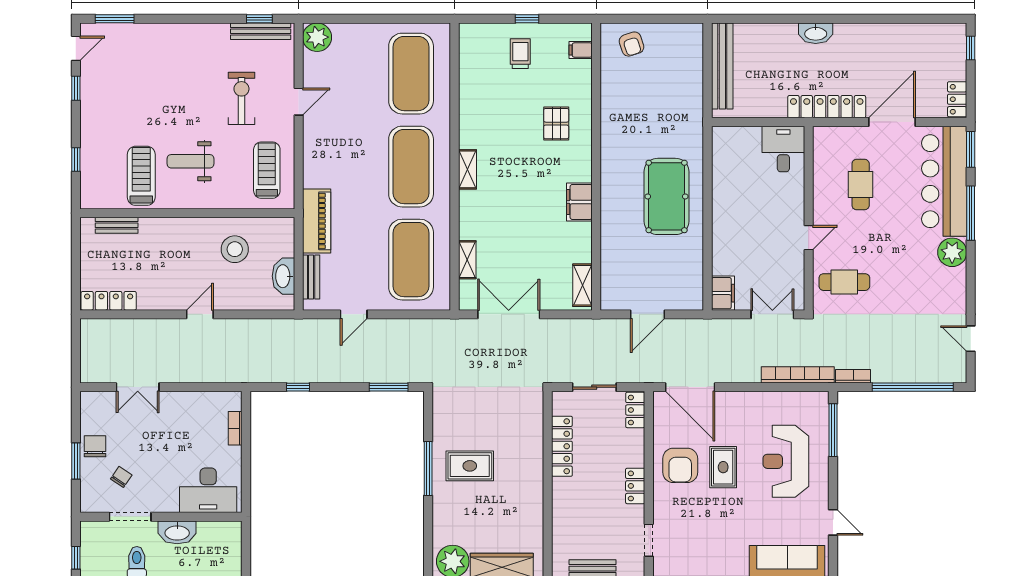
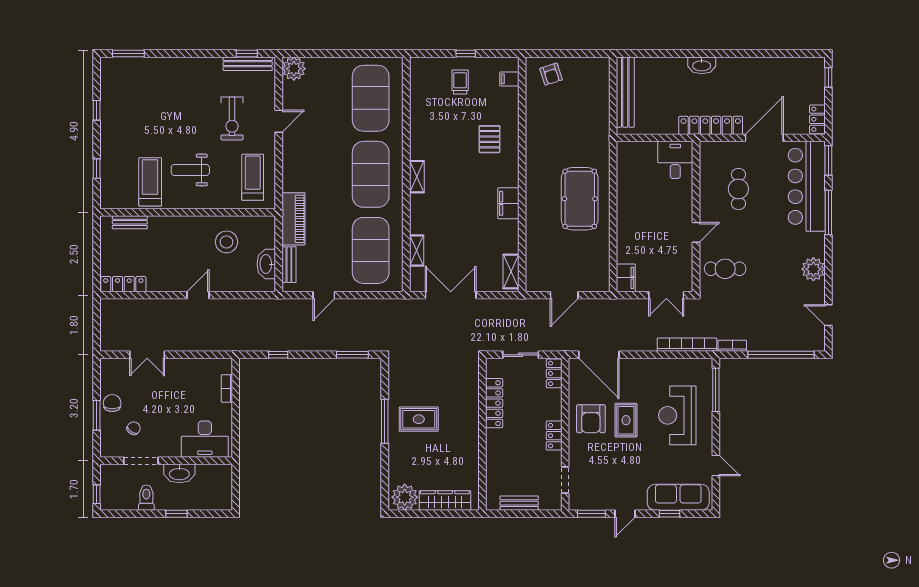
door: (76, 48) -> (97, 78), removed
exercise bike: (241, 98) -> (232, 119), turned 180
plant: (952, 252) -> (813, 269), moved
double door: (772, 314) -> (666, 295), swing flipped

